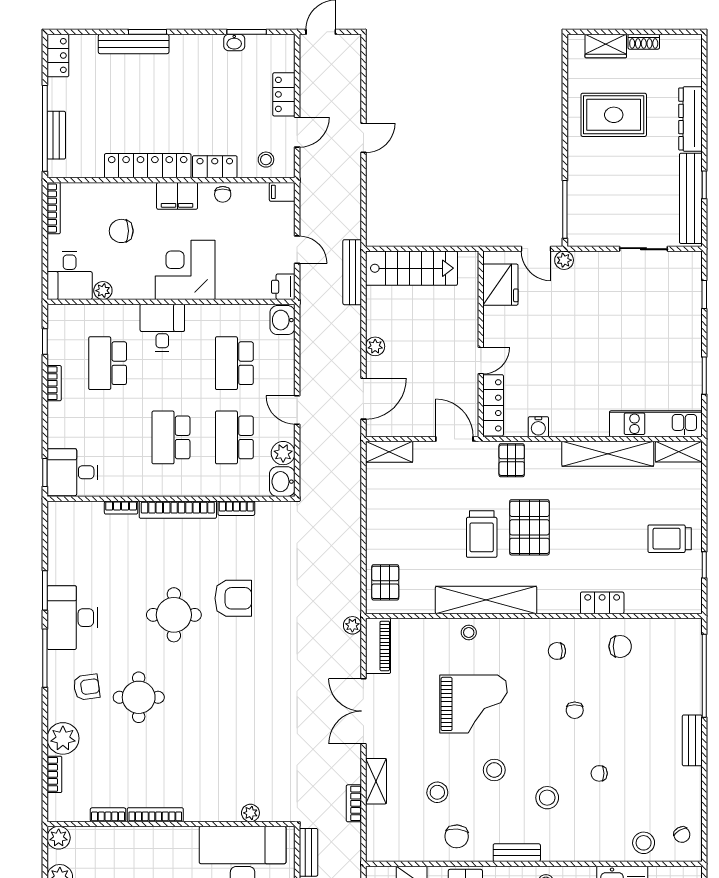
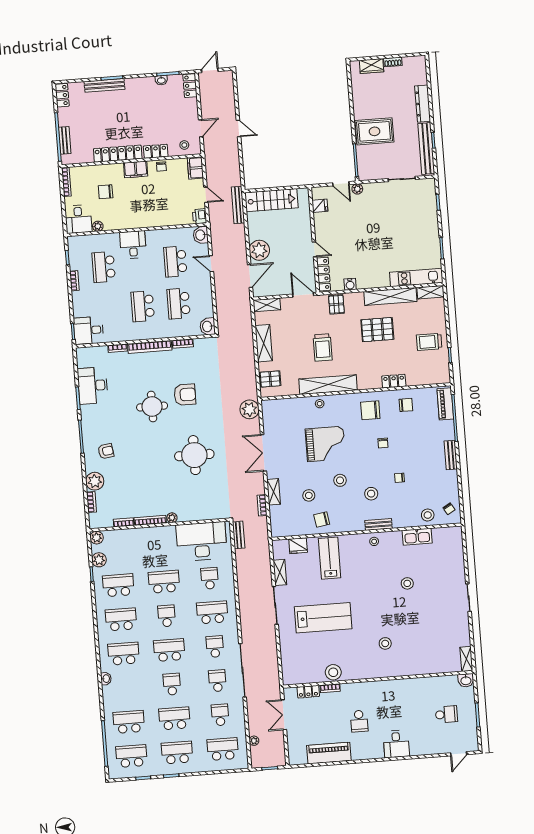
locker: (284, 94) -> (190, 86), moved
rug: (614, 115) -> (375, 131), moved
door: (363, 138) -> (239, 128), hinge flipped
filing cabinet: (282, 192) -> (195, 168), width x2.00
corner desk: (185, 270) -> (143, 211), removed
fridge: (500, 285) -> (320, 206), width x0.53, depth x0.75
plant: (375, 346) -> (259, 250), width x1.88, depth x1.88
door: (481, 361) -> (315, 249), hinge flipped
door: (297, 410) -> (211, 264), moved
plant: (283, 453) -> (207, 310), removed
shelving: (379, 519) -> (264, 343), added
pallet: (529, 527) -> (377, 330), moved, turned 90
pallet: (385, 582) -> (270, 379), turned 90
desk: (72, 618) -> (93, 386), moved
plant: (352, 625) -> (249, 409), width x1.87, depth x1.87
piano: (378, 646) -> (445, 404), moved, turned 180
chair: (557, 651) -> (370, 410), width x1.87, depth x1.87
round table: (139, 697) -> (194, 455), moved, width x1.36, depth x1.36
plant: (250, 813) -> (172, 518), moved
chair: (457, 836) -> (322, 520), turned 76
bench: (517, 853) -> (378, 524), moved

